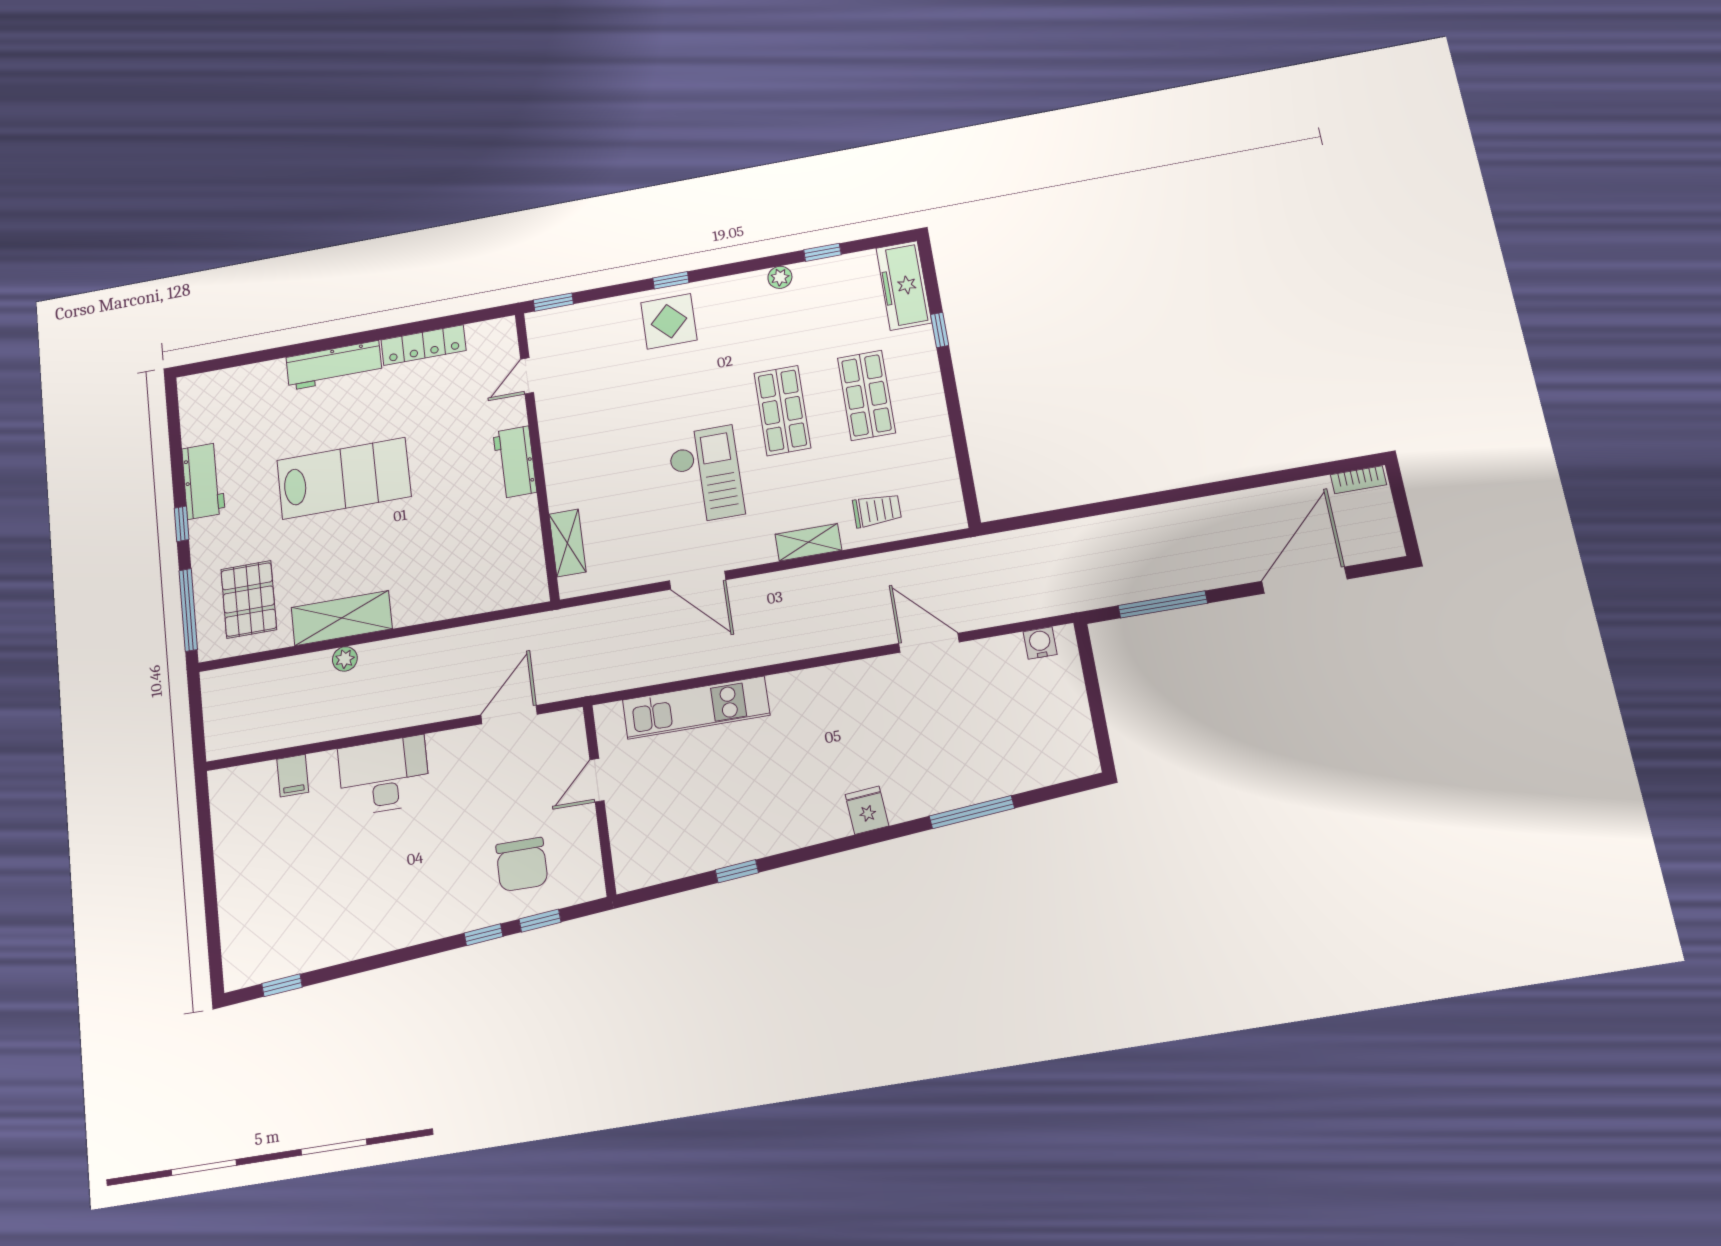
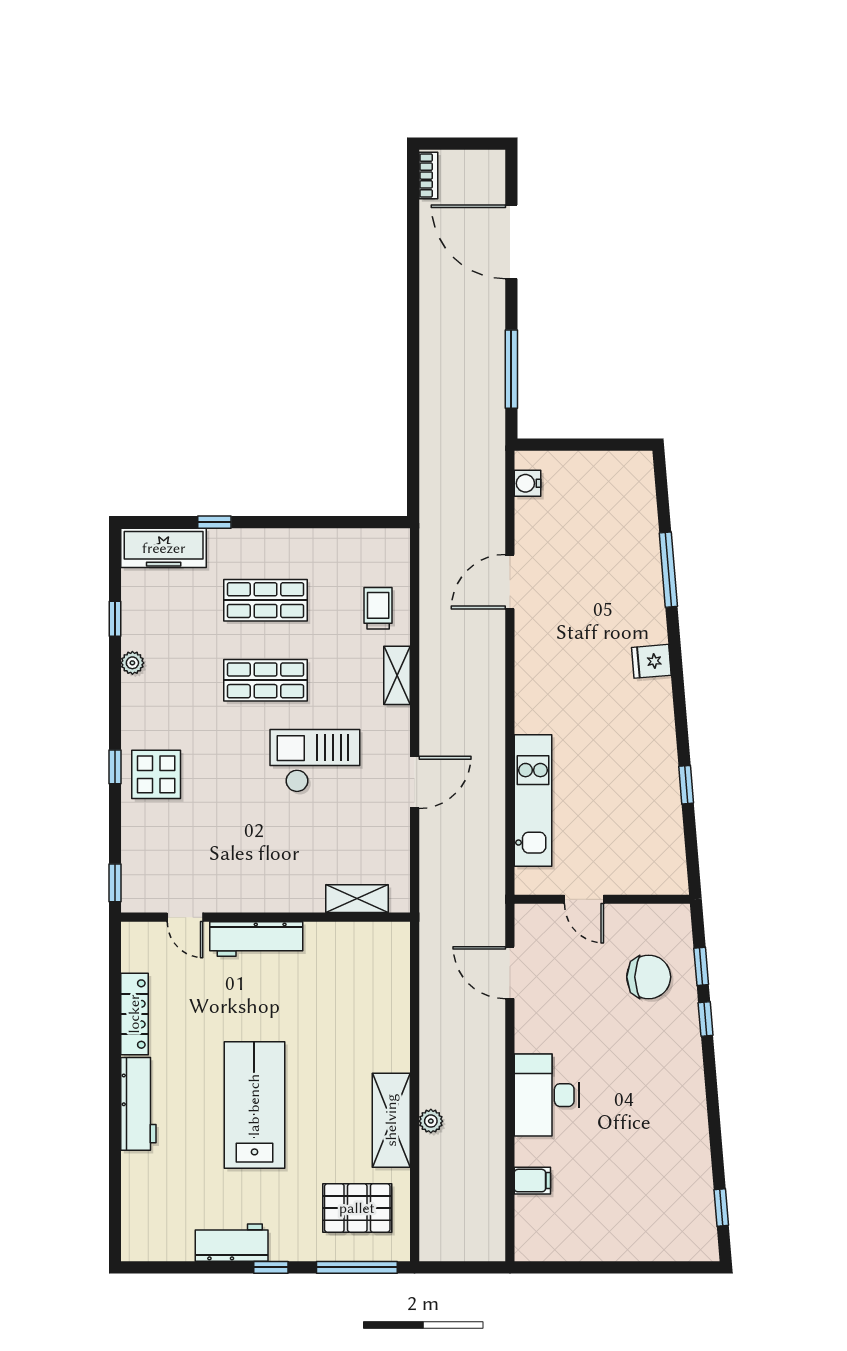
workbench: (515, 462) -> (256, 939), width x1.37

